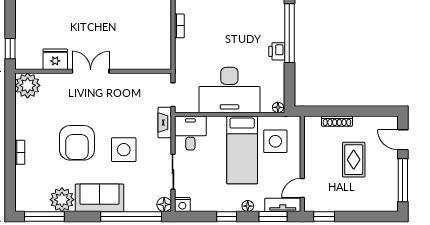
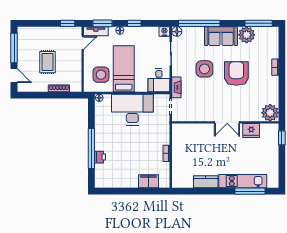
printer: (277, 51) -> (100, 157), moved

